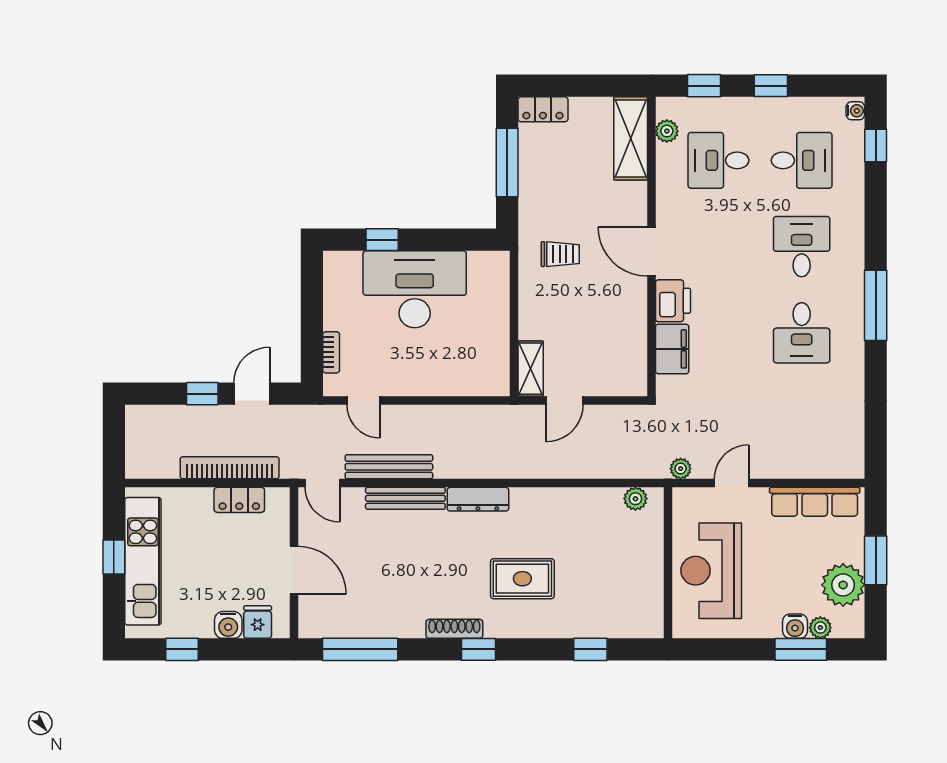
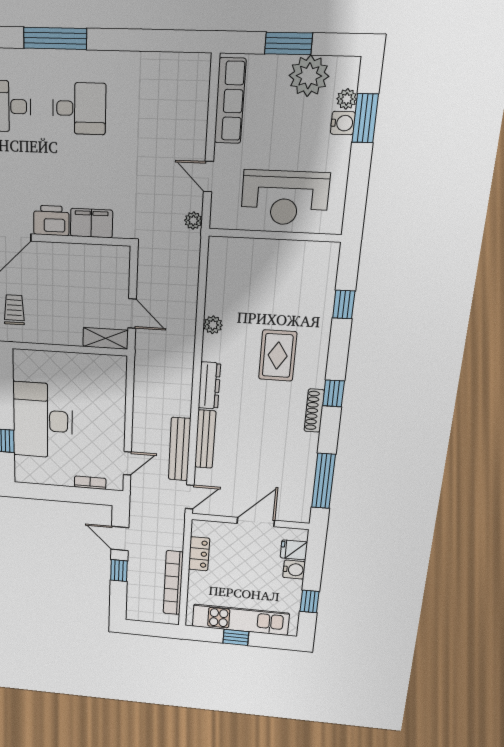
bookcase: (230, 468) -> (173, 583), moved
plant: (635, 499) -> (213, 325), moved

